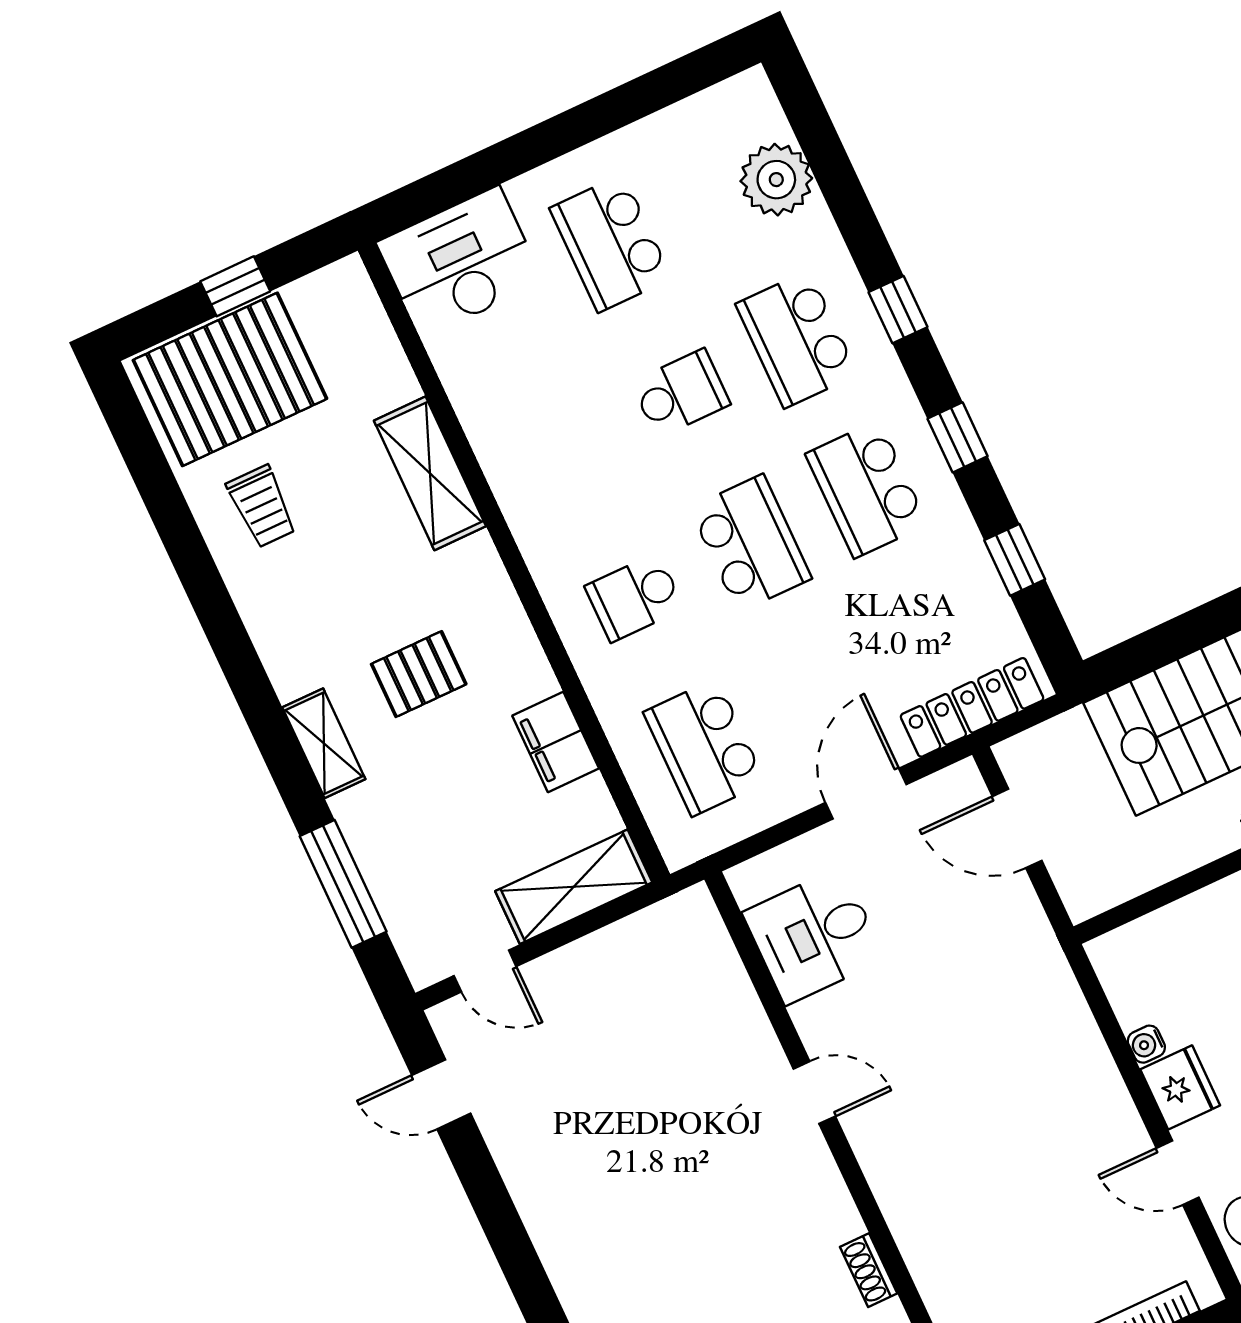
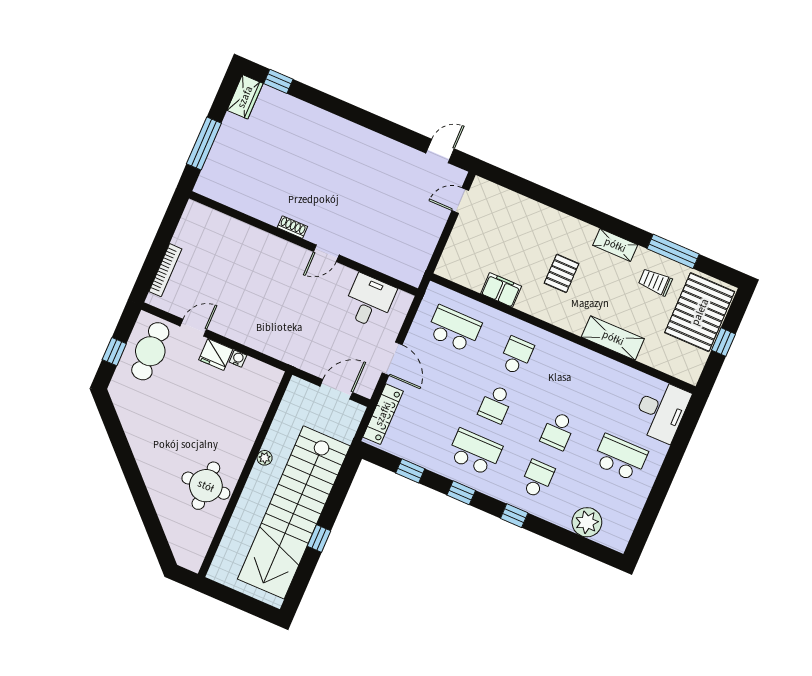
school desk: (797, 339) -> (537, 479), width x0.54
school desk: (751, 543) -> (496, 404), width x0.54
shelving: (324, 743) -> (615, 245), moved
window: (343, 884) -> (673, 251), moved
shelving: (574, 887) -> (456, 251), removed
shoe rack: (869, 1270) -> (292, 227), moved

